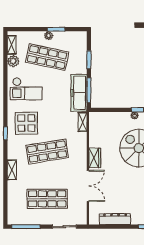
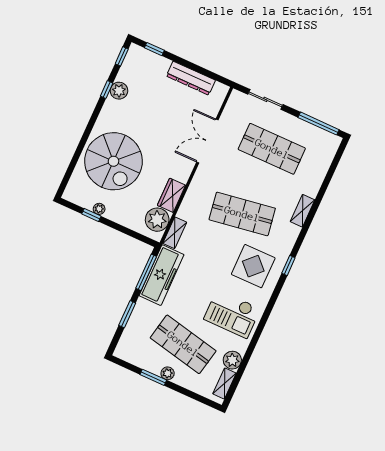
checkout: (26, 89) -> (232, 314), turned 180
plant: (97, 125) -> (157, 220), added
wardrobe: (95, 158) -> (171, 195), moved

